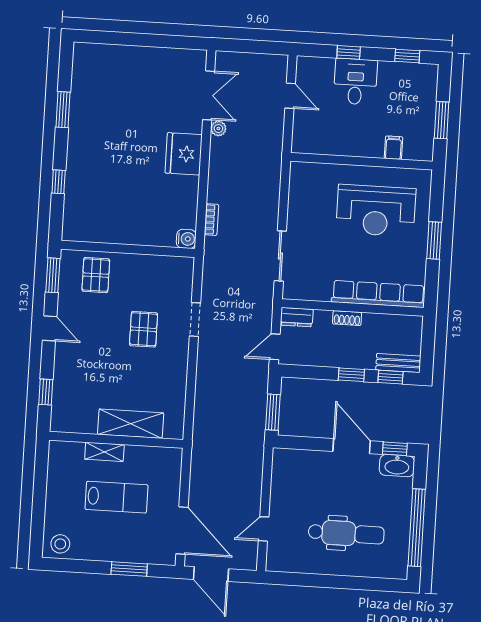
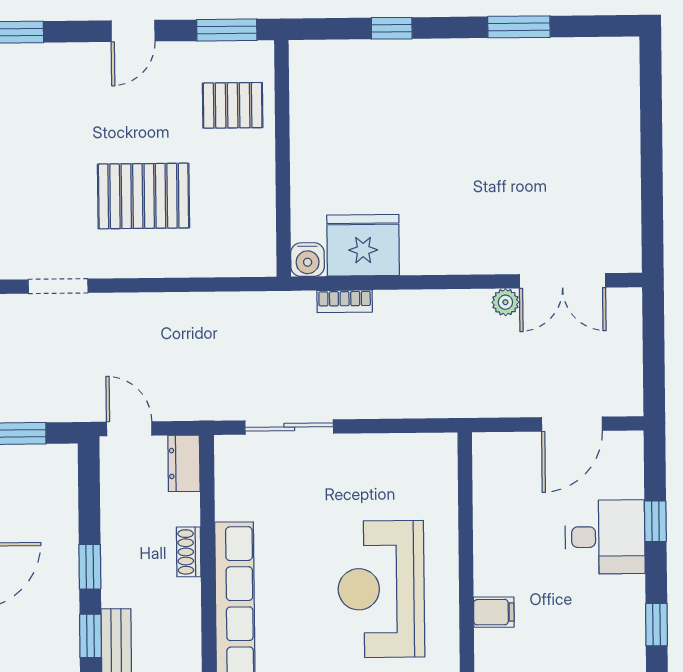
door: (290, 96) -> (572, 424), width x1.38
fridge: (184, 154) -> (363, 245), moved
doorway: (195, 319) -> (58, 286), moved
pallet: (144, 329) -> (143, 196), width x1.50, depth x1.42

